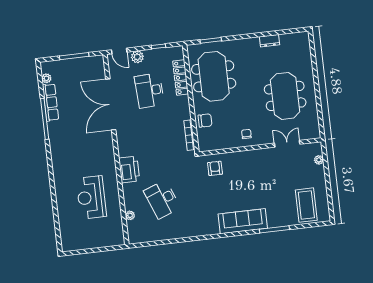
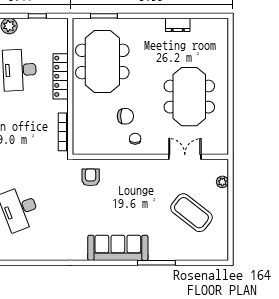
locker: (181, 78) -> (61, 76), moved
chair: (205, 120) -> (125, 116), moved
coffee table: (306, 205) -> (191, 213), moved, turned -52

